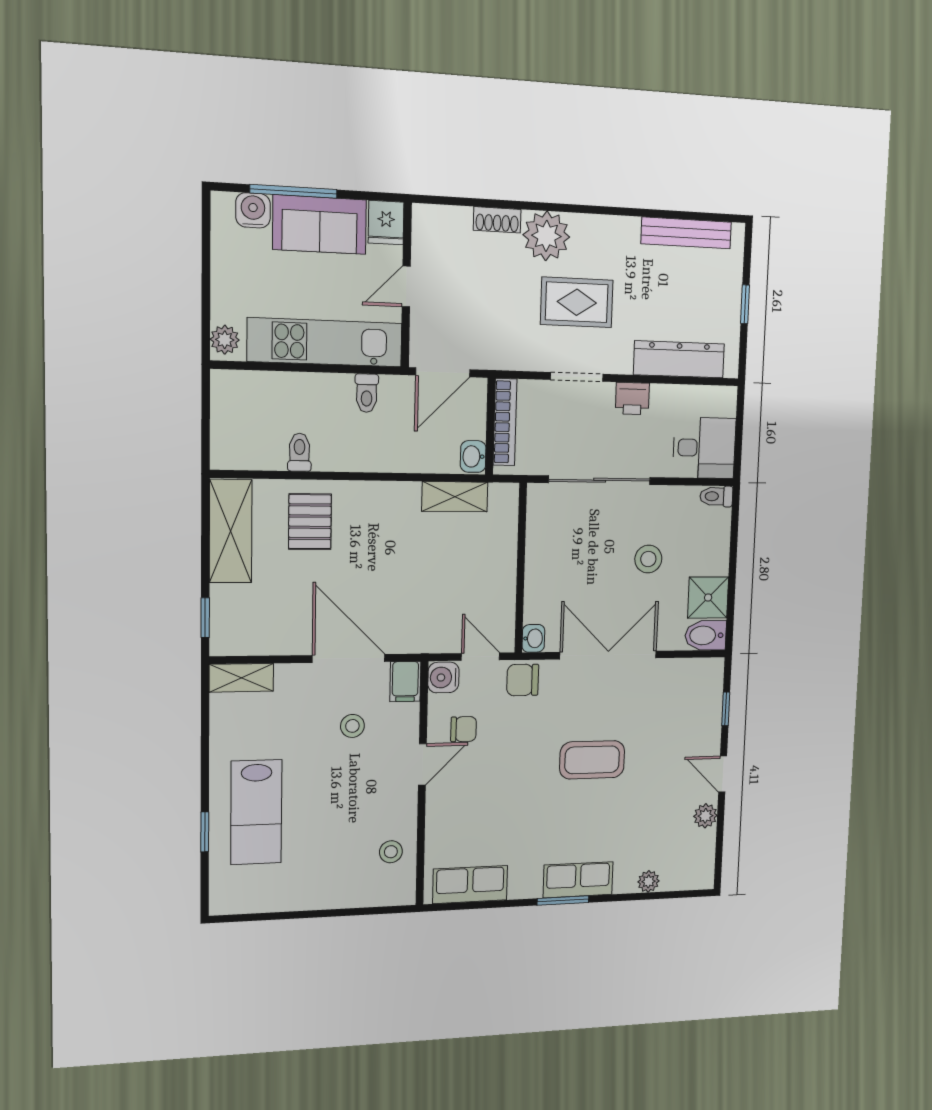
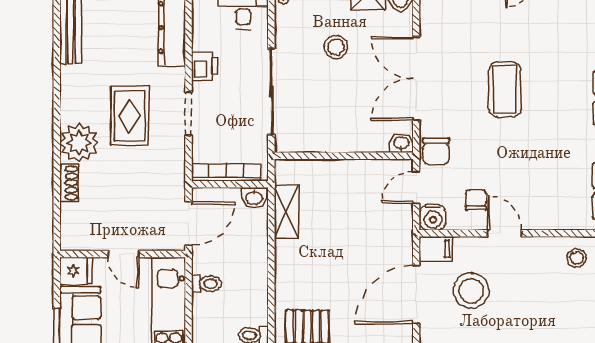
door: (443, 372) -> (189, 224), hinge flipped
stool: (352, 726) -> (471, 291), width x1.89, depth x1.89

